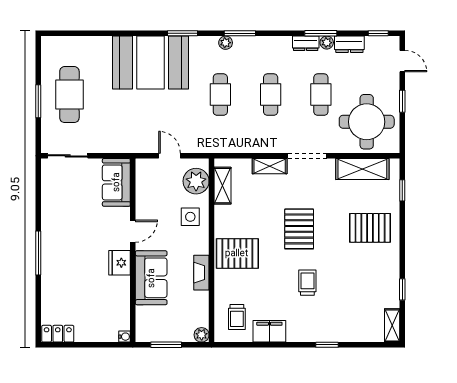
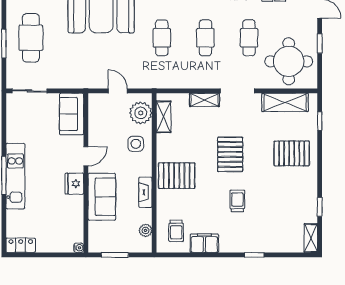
kitchen unit: (52, 254) -> (15, 176), added
plant: (202, 335) -> (146, 230), moved

